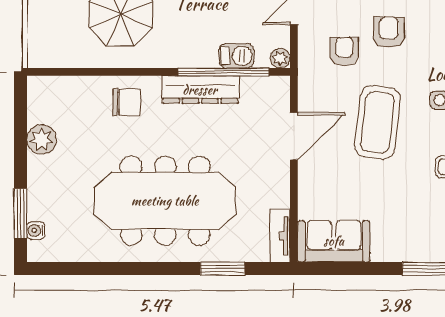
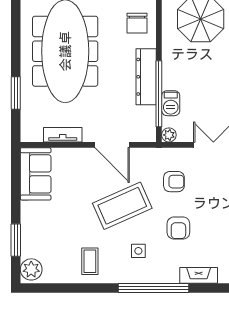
armchair: (389, 32) -> (178, 228), moved, turned 90
coffee table: (377, 122) -> (122, 206), turned -31
tv unit: (280, 236) -> (63, 135), moved

